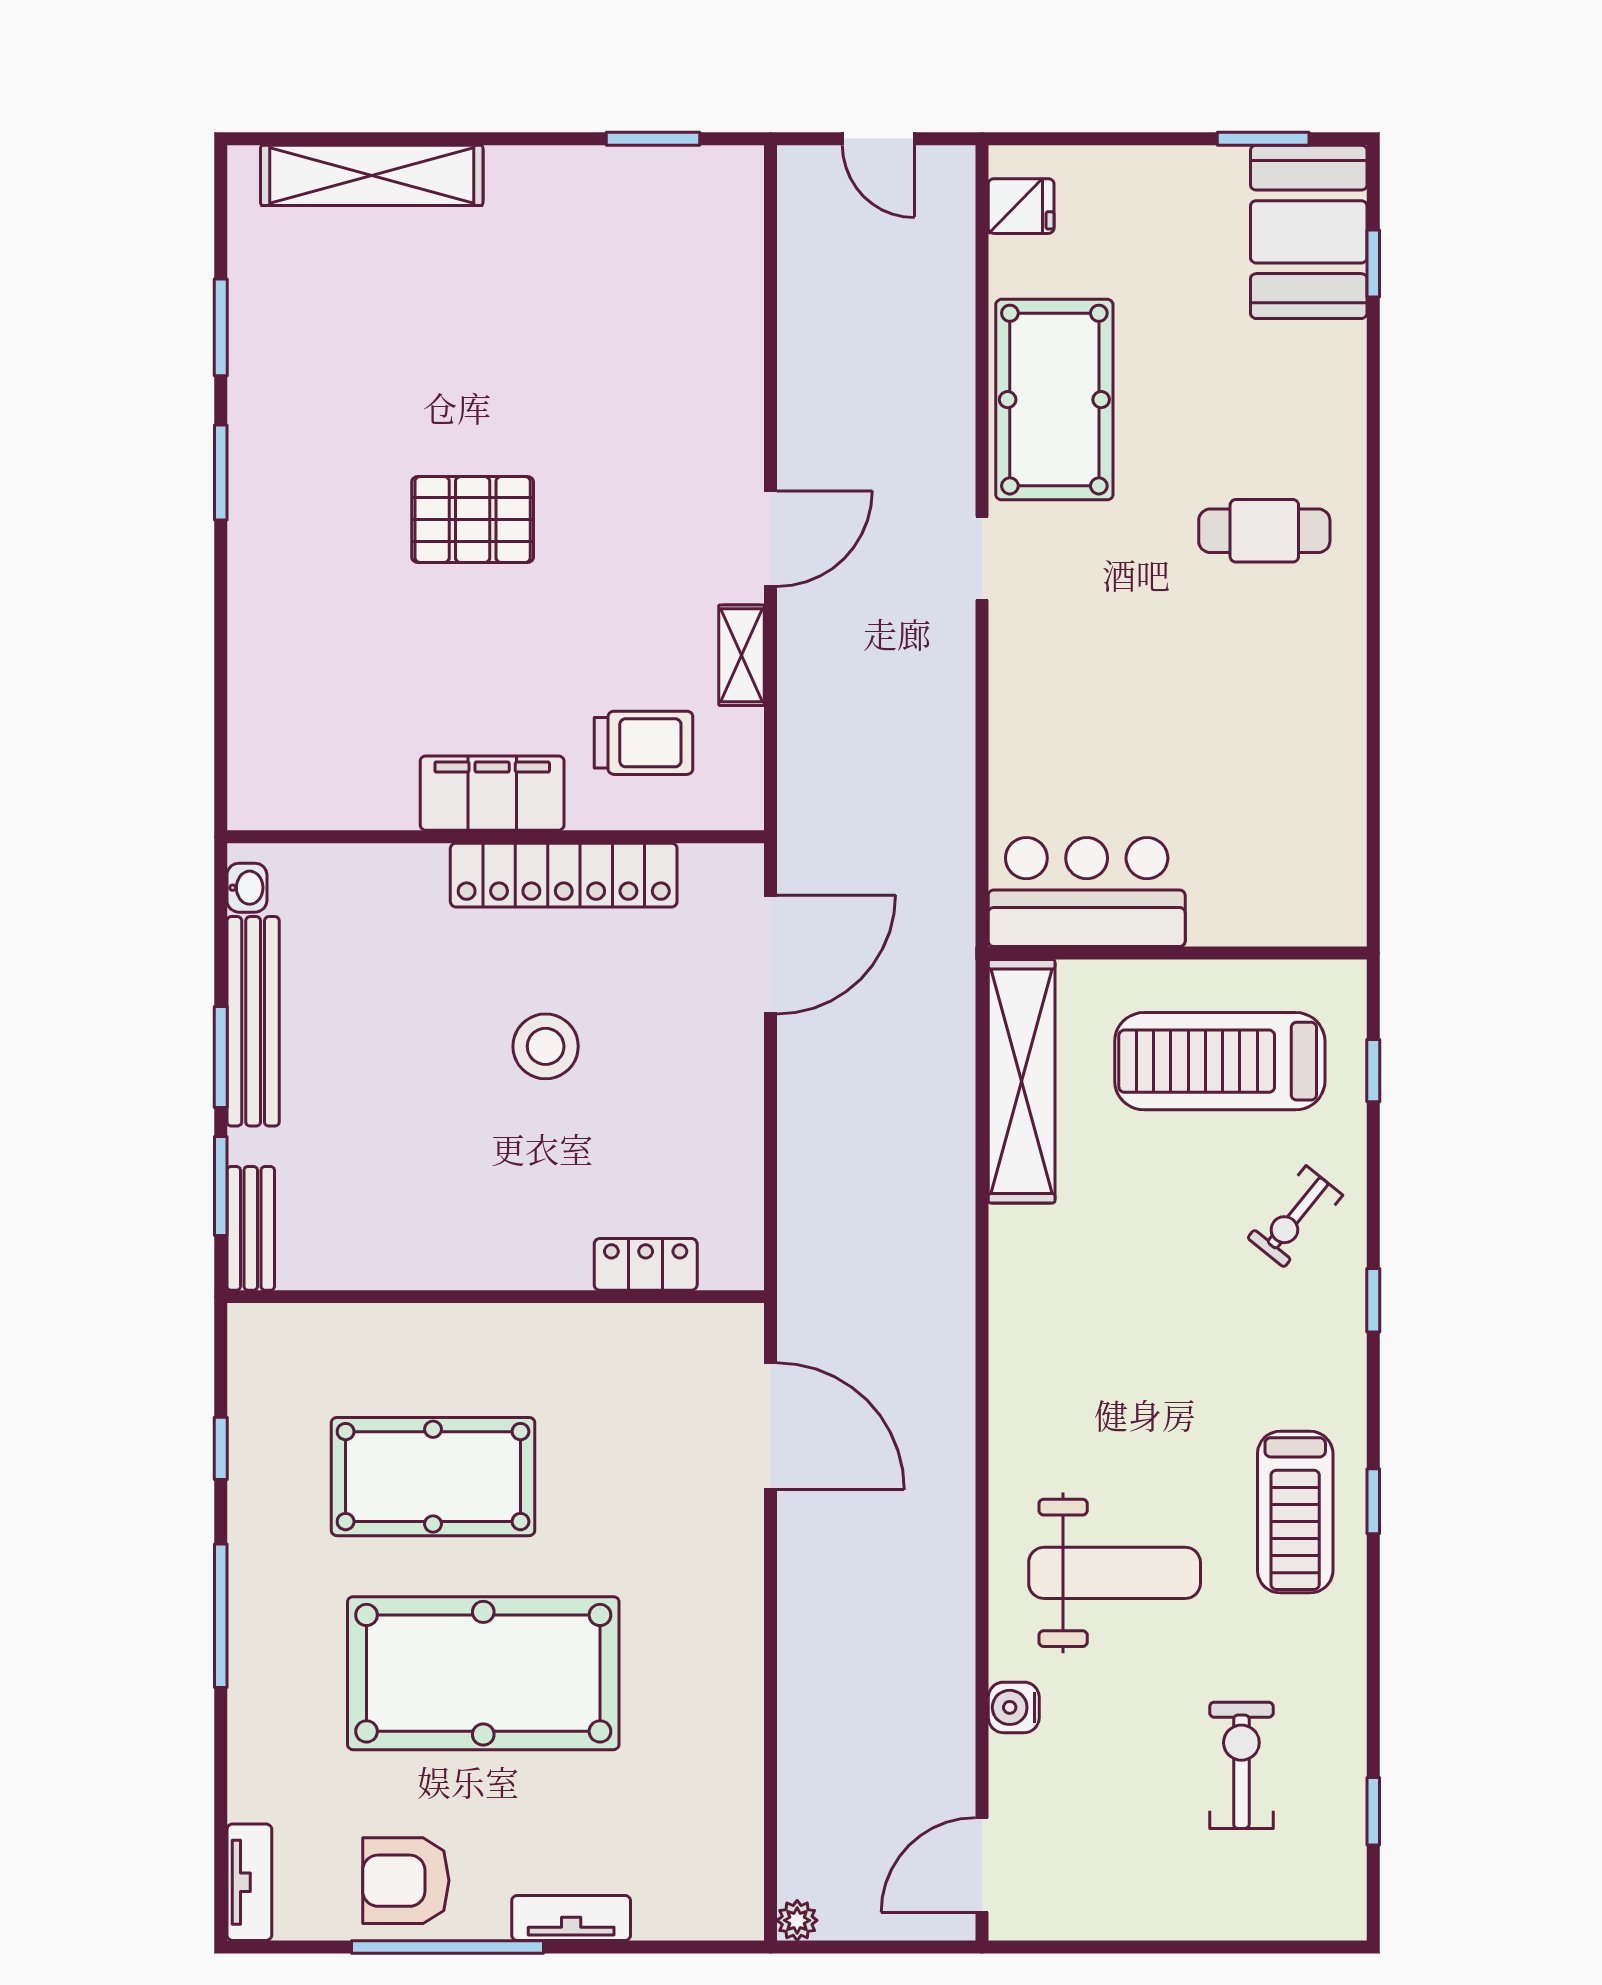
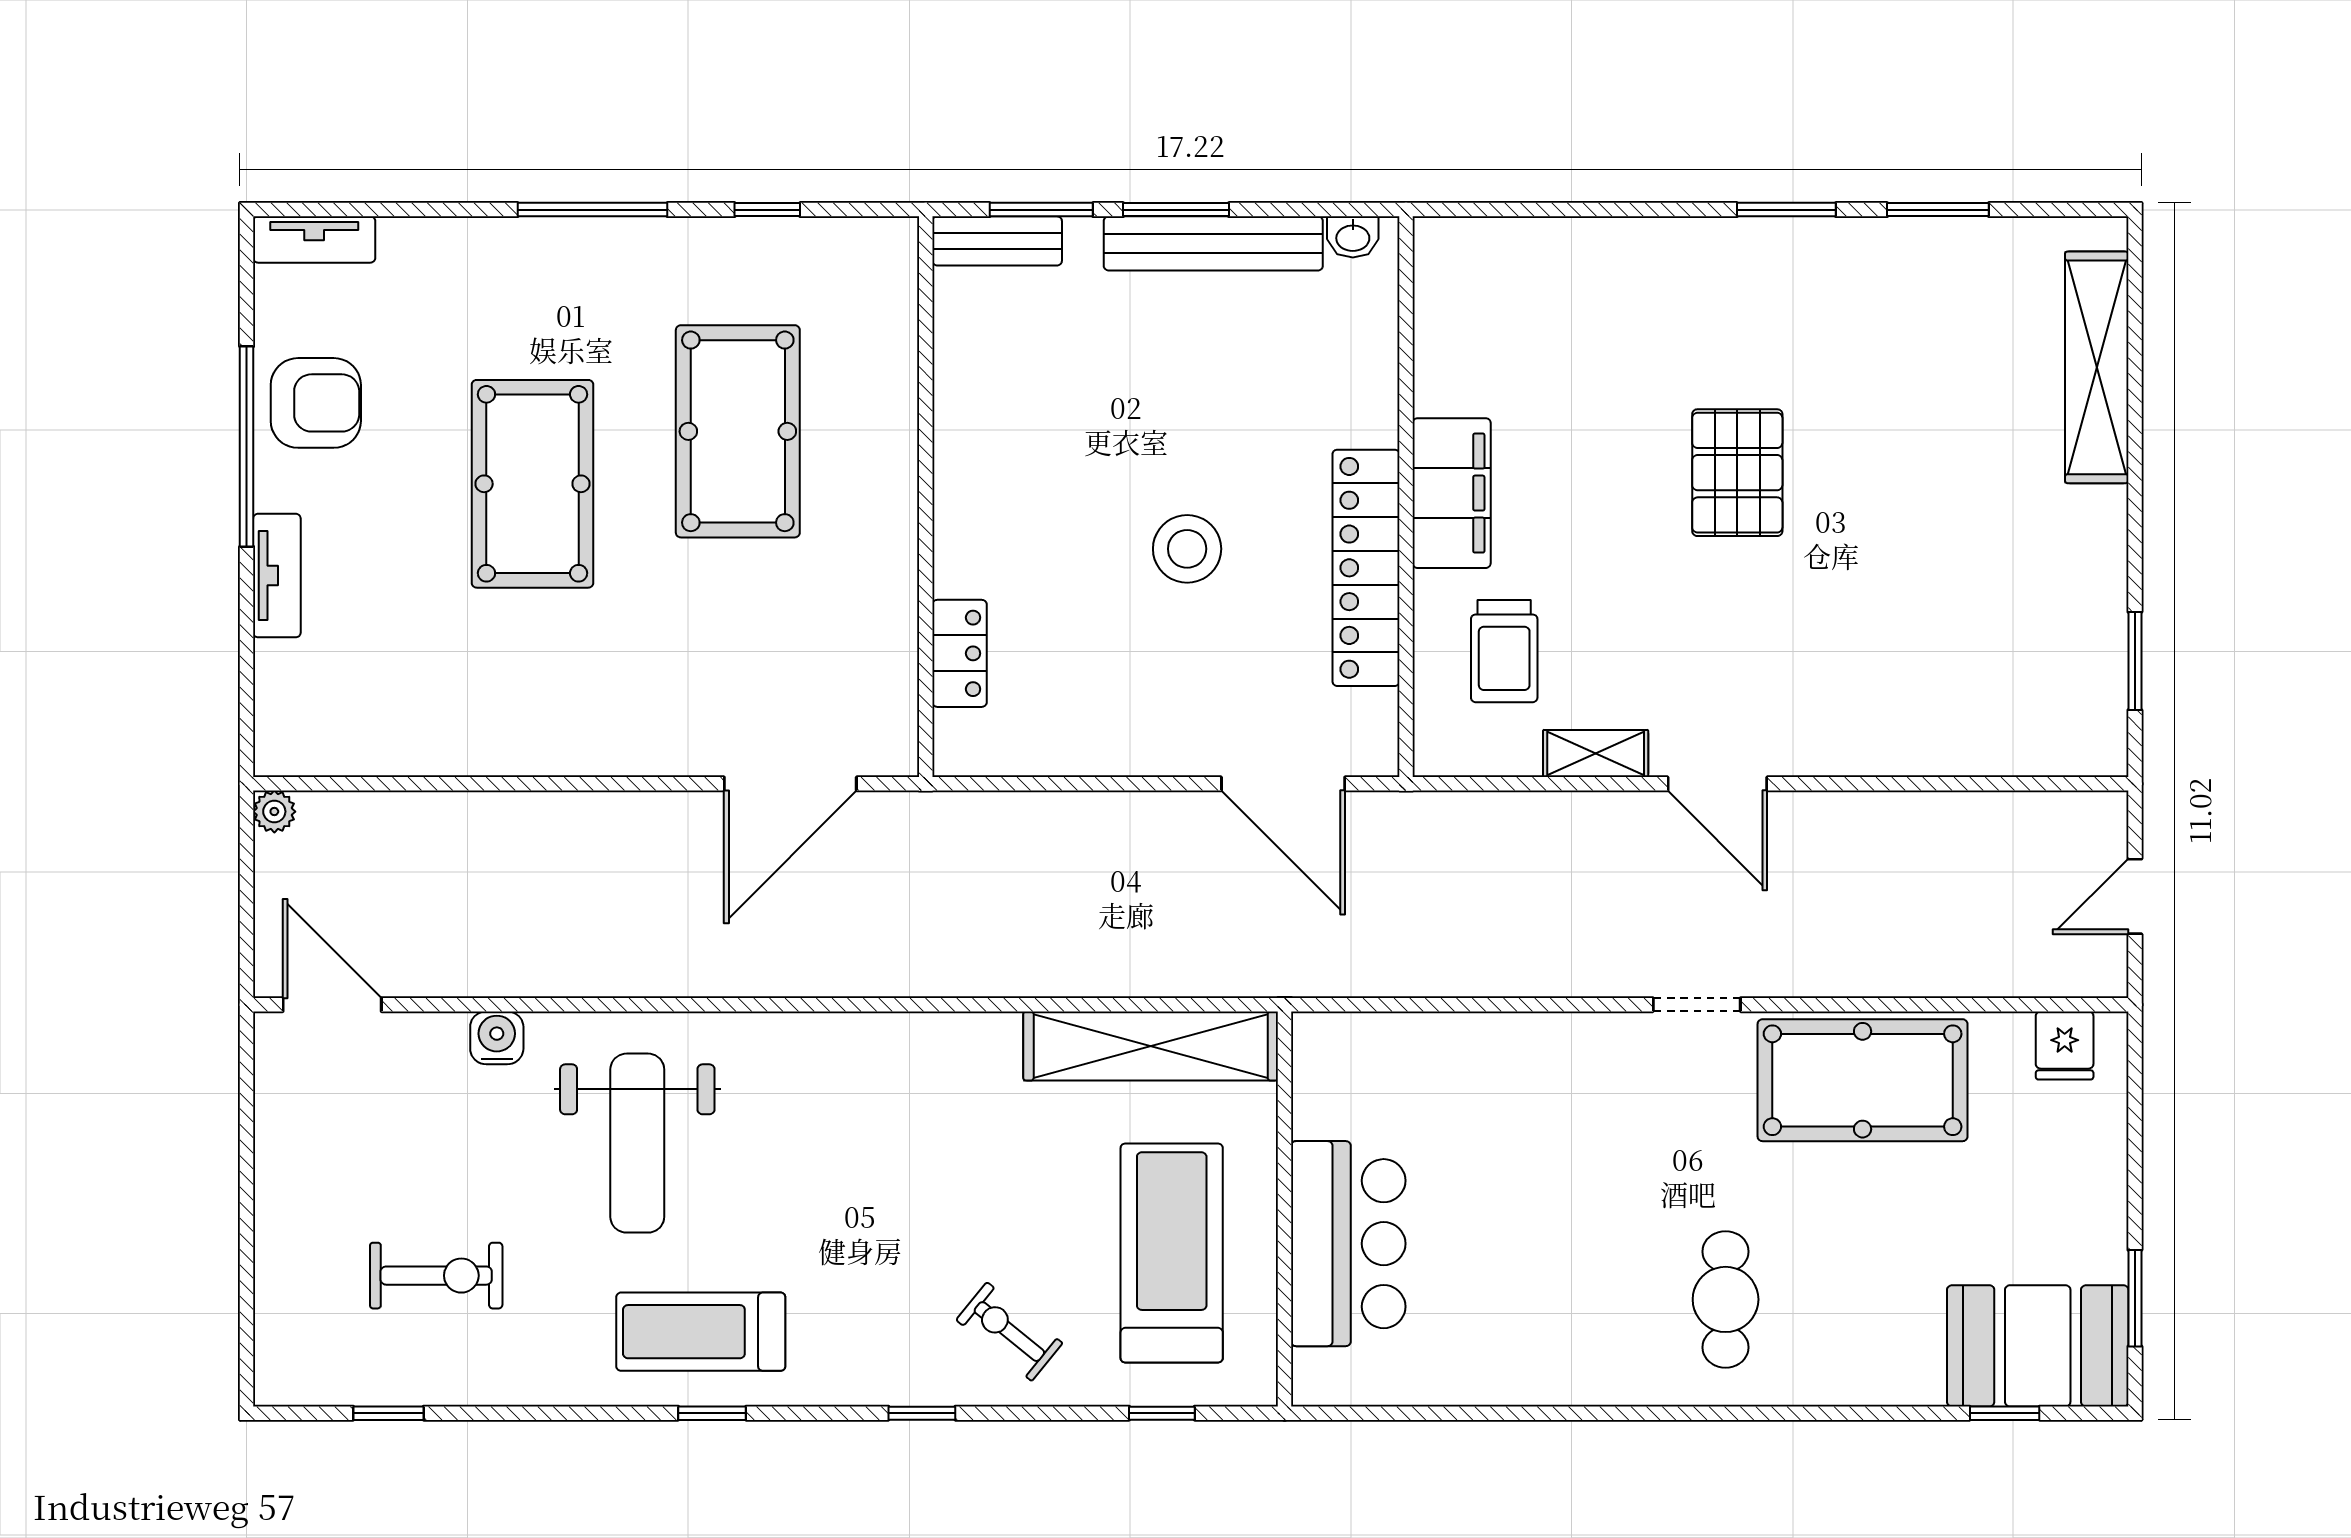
bar counter: (1087, 892) -> (1348, 1244), moved
pool table: (483, 1673) -> (533, 484), width x0.73, depth x0.76
armchair: (406, 1881) -> (316, 403), turned 90

